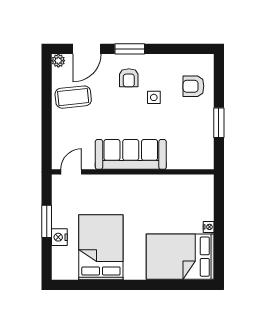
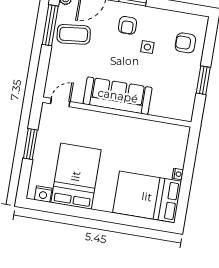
window: (47, 92) -> (50, 25), added
nightstand: (59, 237) -> (43, 194), moved, turned -90

